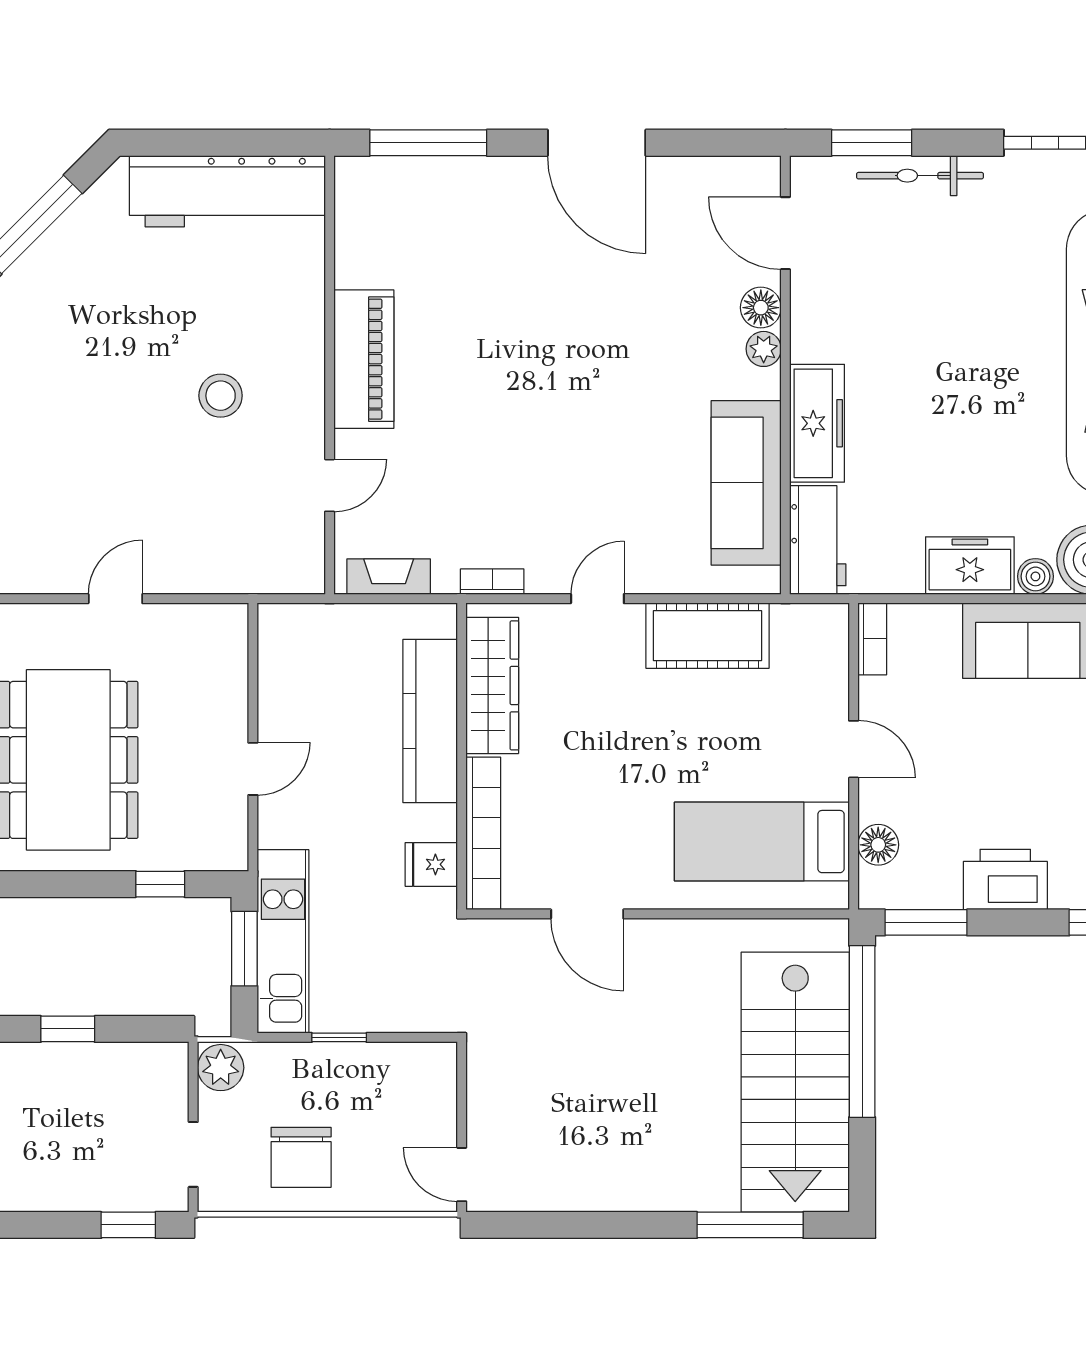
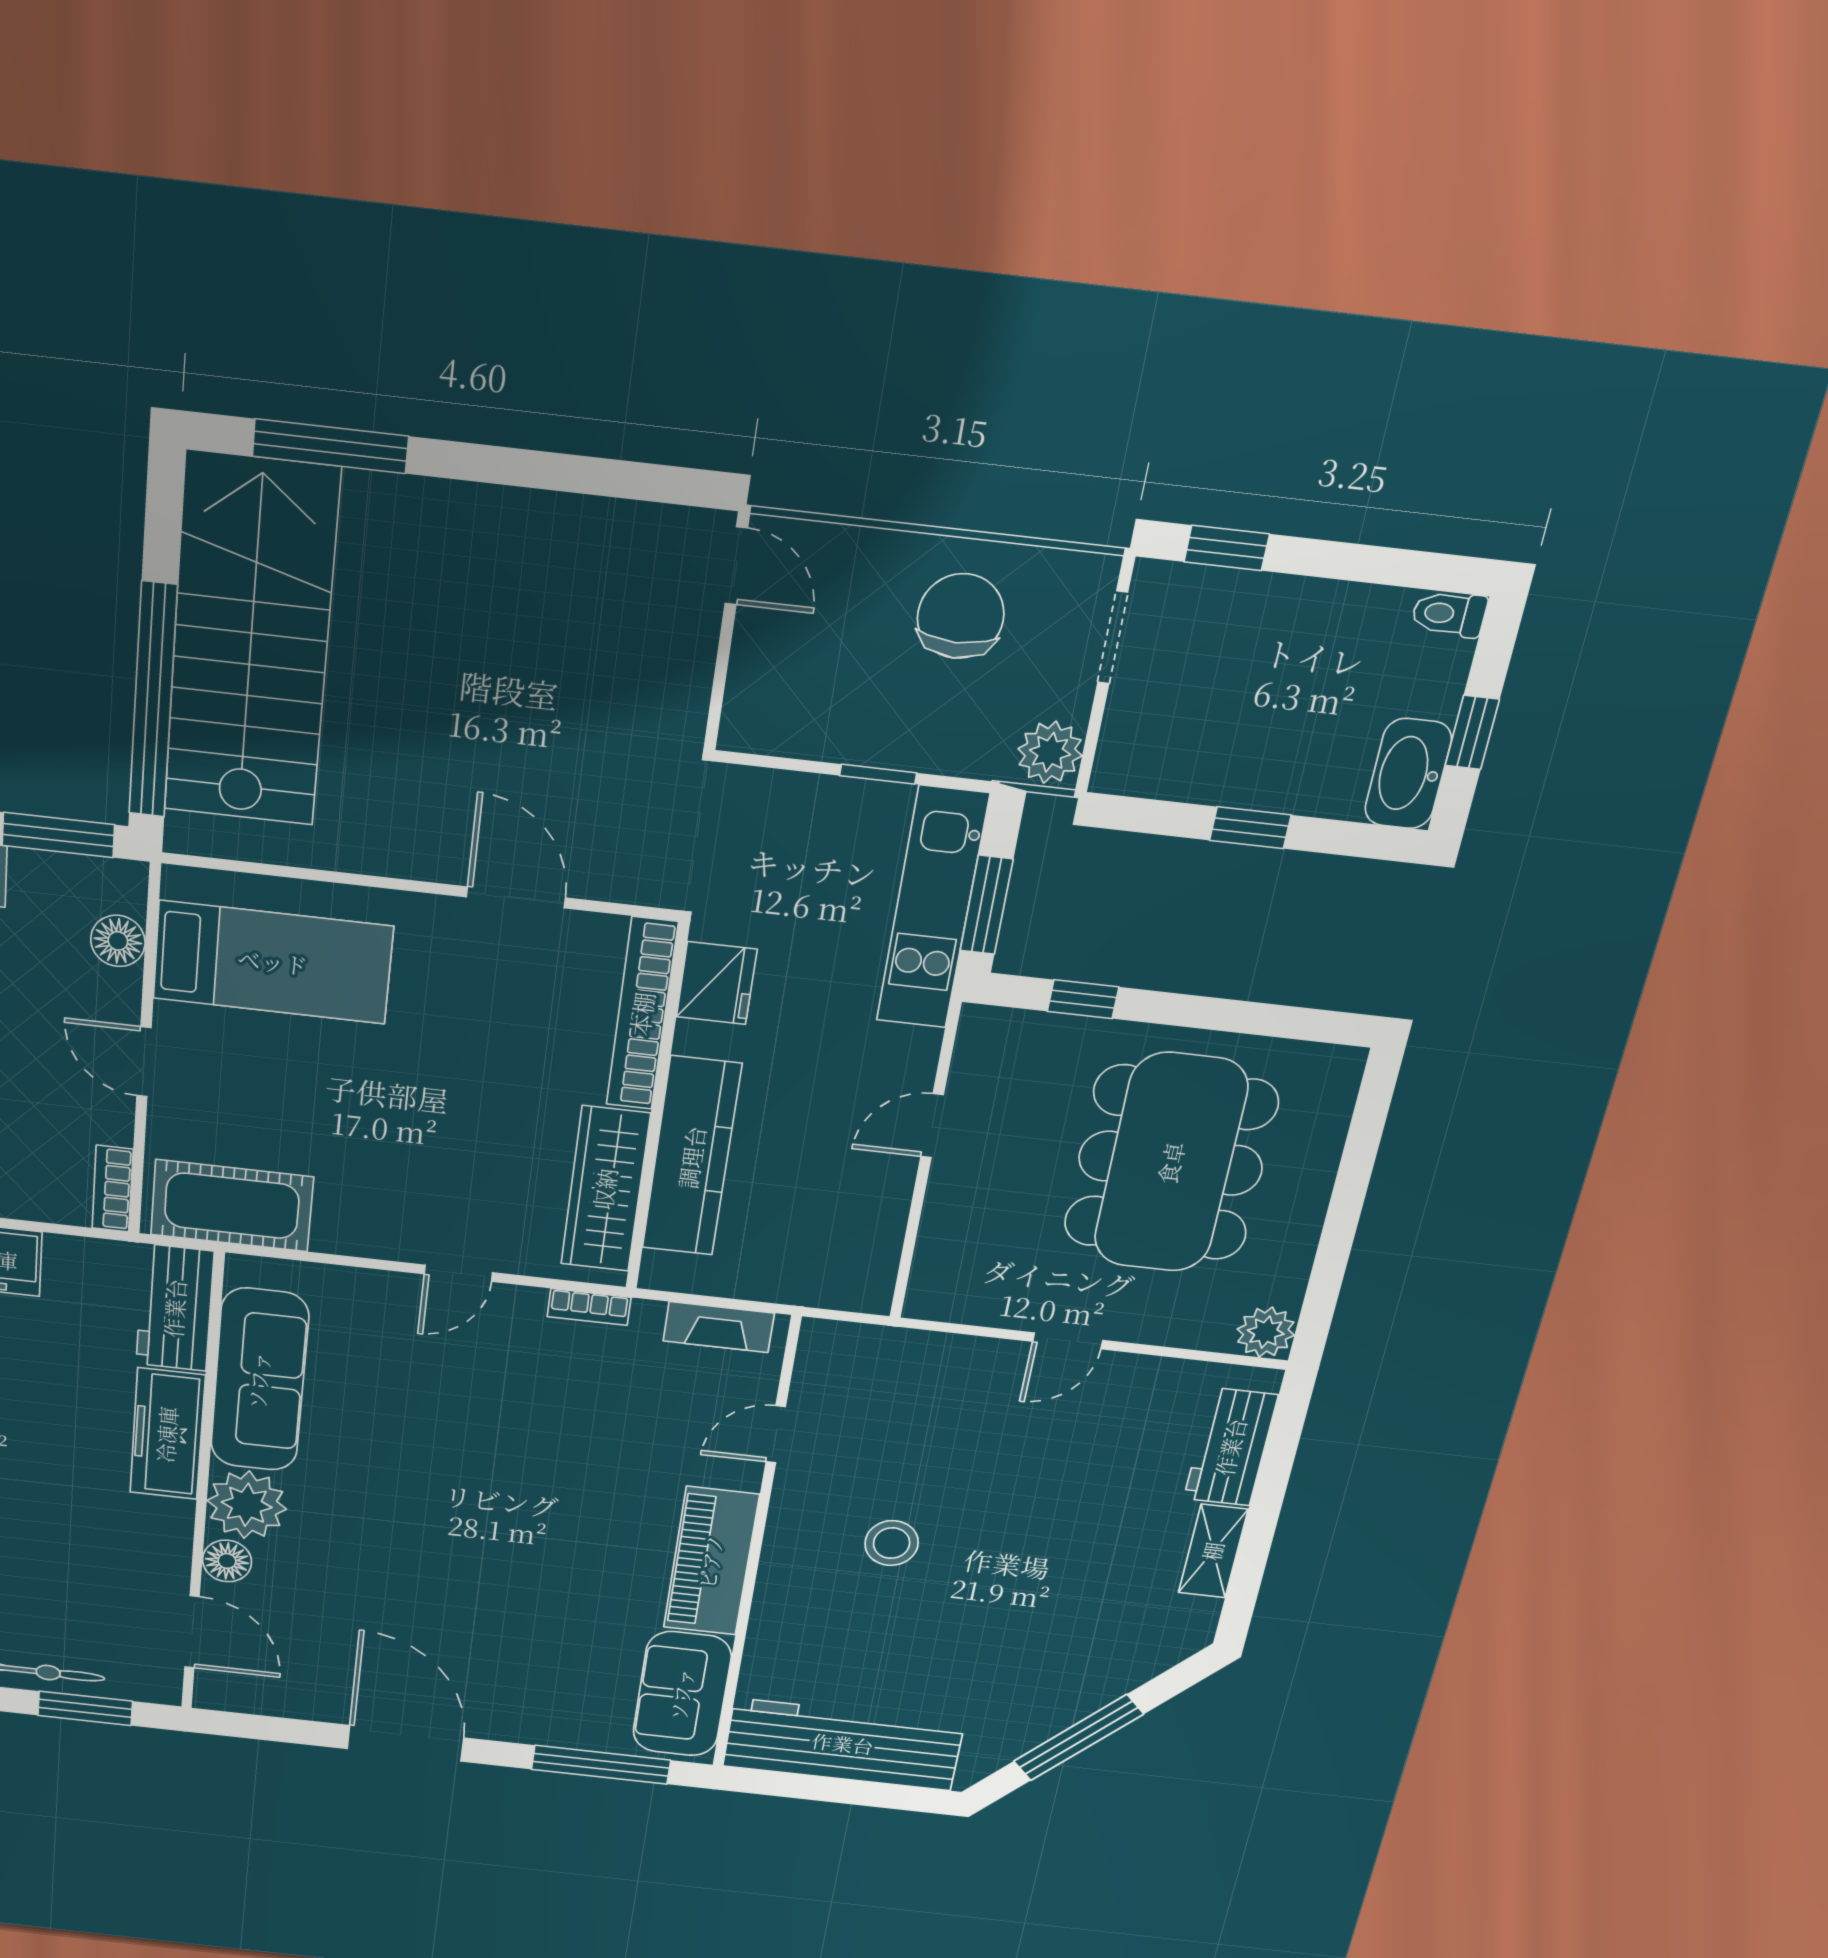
sofa: (370, 225) -> (682, 1694), added
plant: (764, 349) -> (247, 1505), width x1.87, depth x1.87
cot: (708, 636) -> (232, 1206), moved
fridge: (431, 864) -> (717, 983), width x1.38

